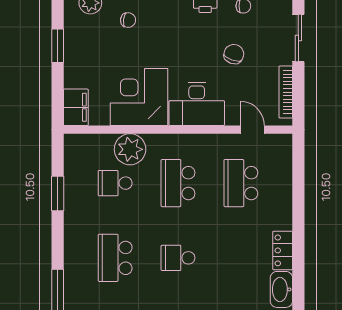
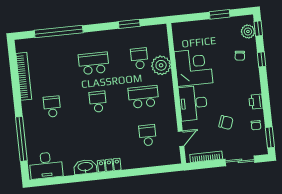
filing cabinet: (76, 107) -> (183, 29), removed
school desk: (241, 183) -> (148, 135), width x0.54

